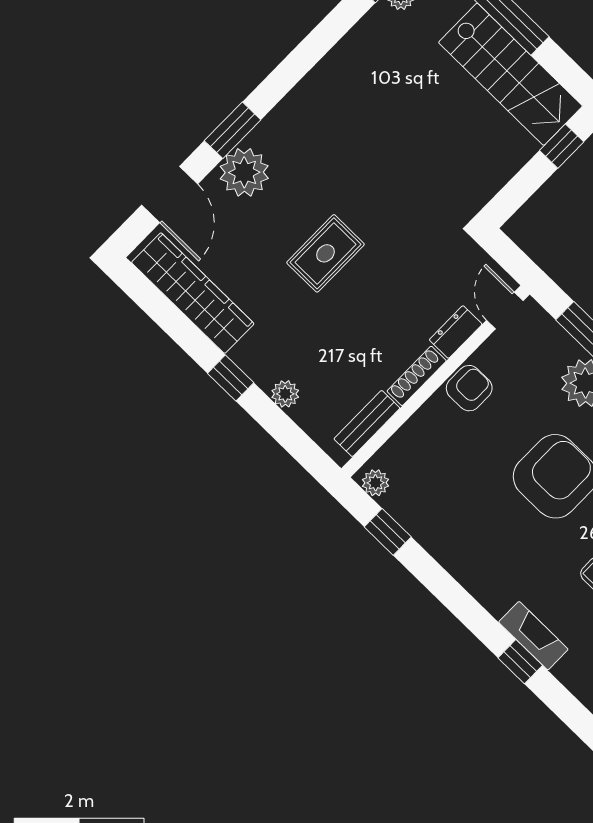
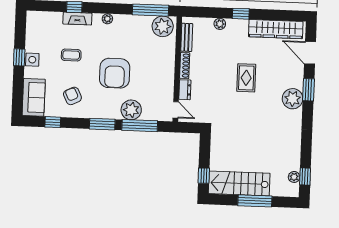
plant: (244, 172) -> (293, 99), moved
armchair: (469, 388) -> (165, 76), removed
plant: (376, 483) -> (163, 26), width x1.88, depth x1.88
window: (388, 532) -> (150, 10), width x2.17
plant: (480, 586) -> (107, 19), added

